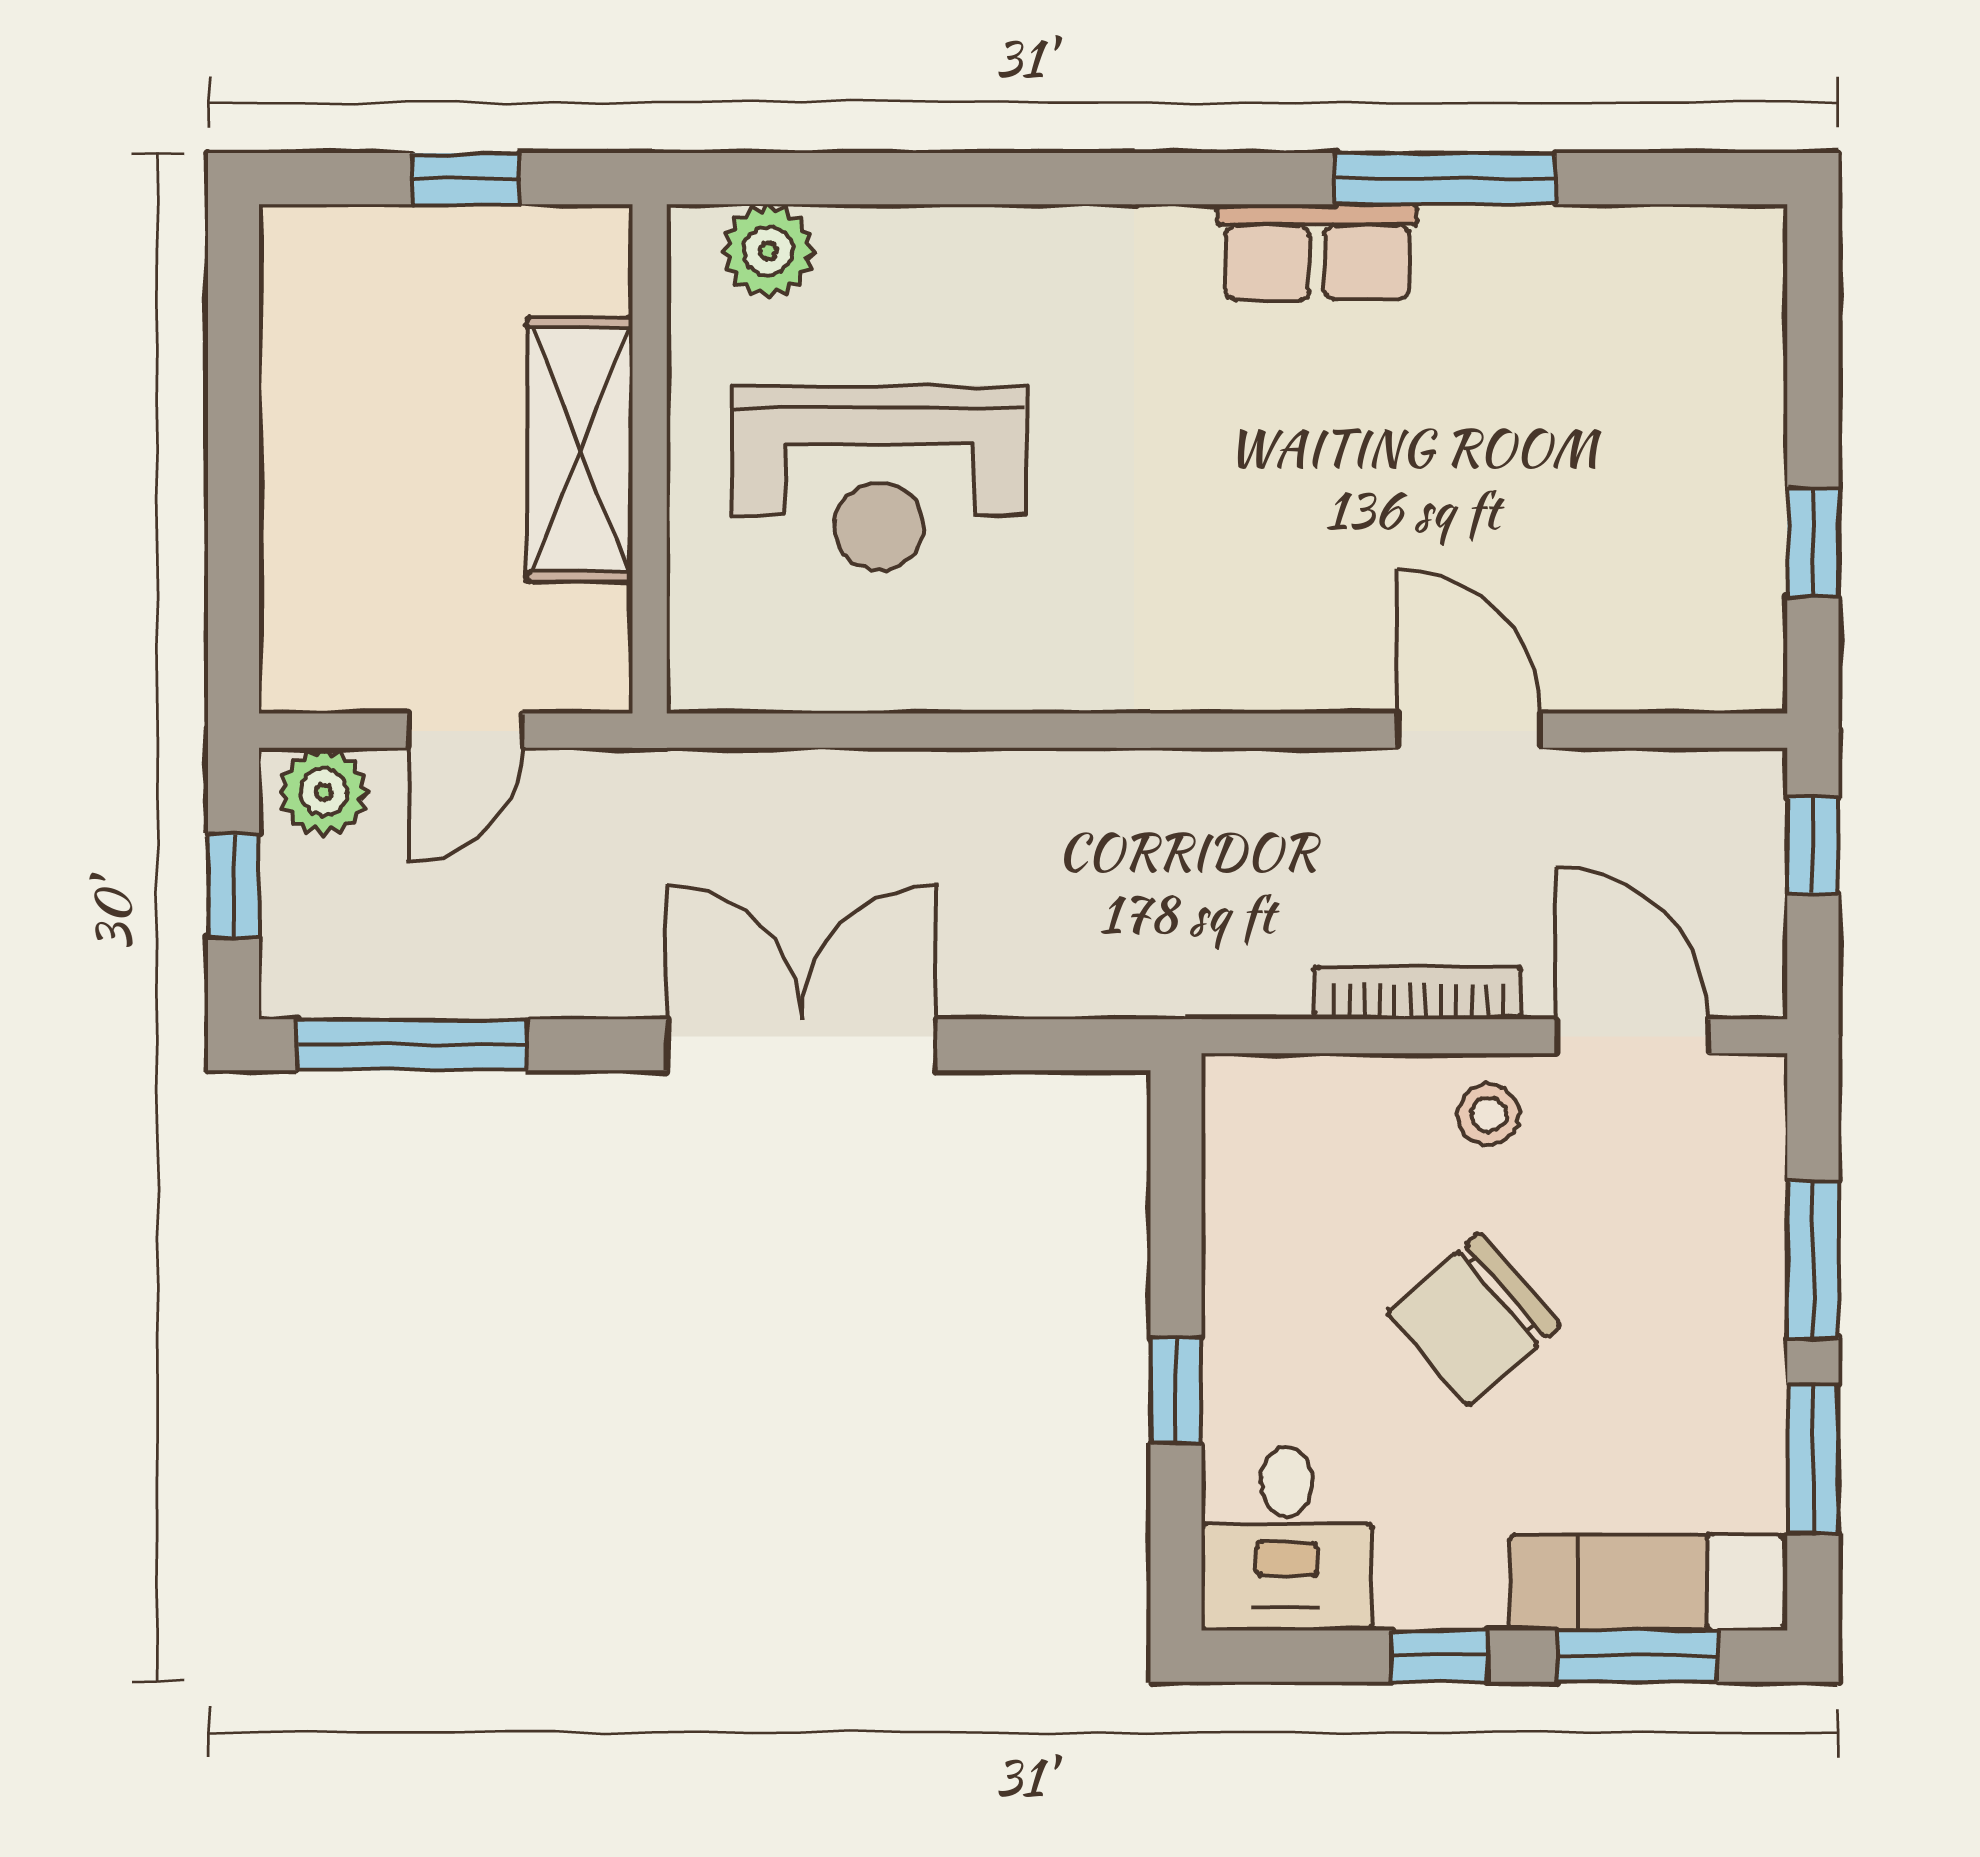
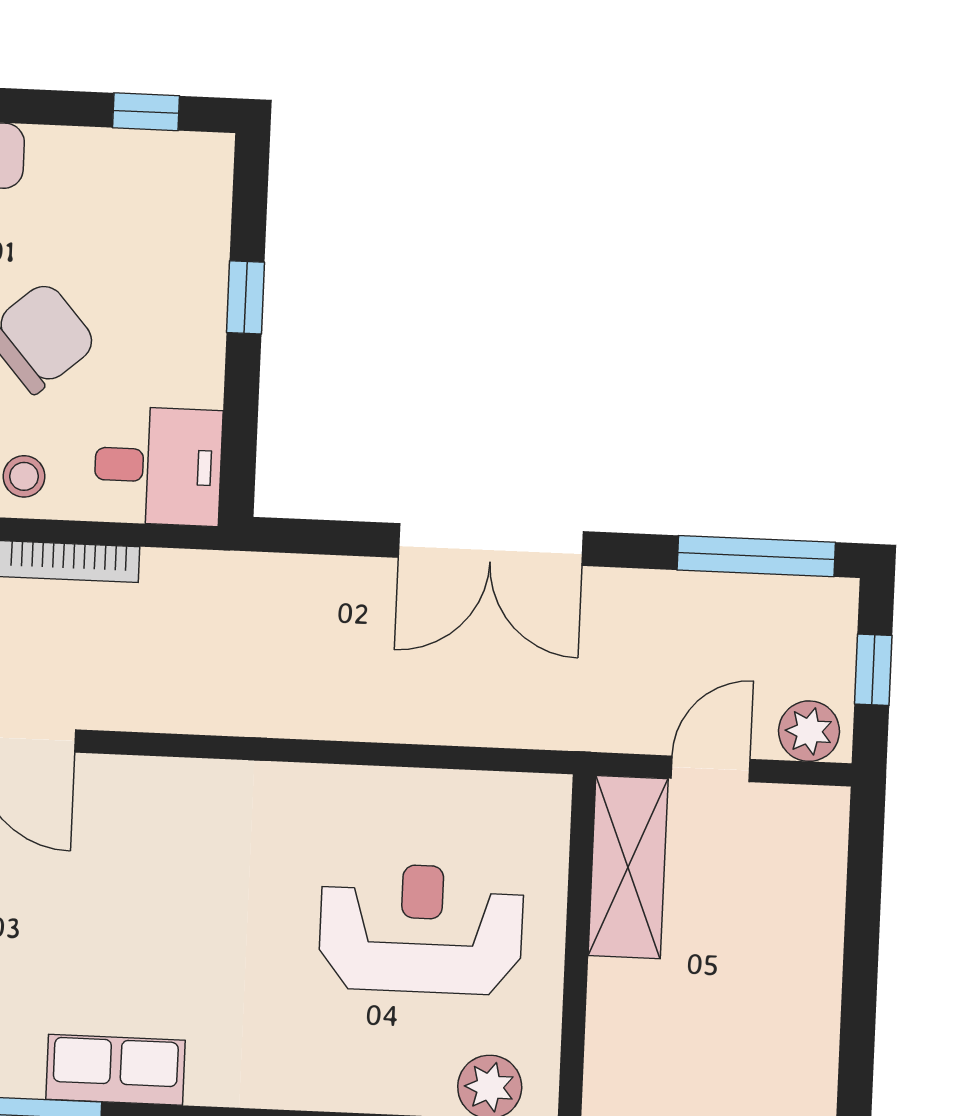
shelving: (580, 450) -> (628, 867), moved
desk: (1287, 1539) -> (158, 466), moved, turned 90
window: (1439, 1656) -> (146, 112), moved

